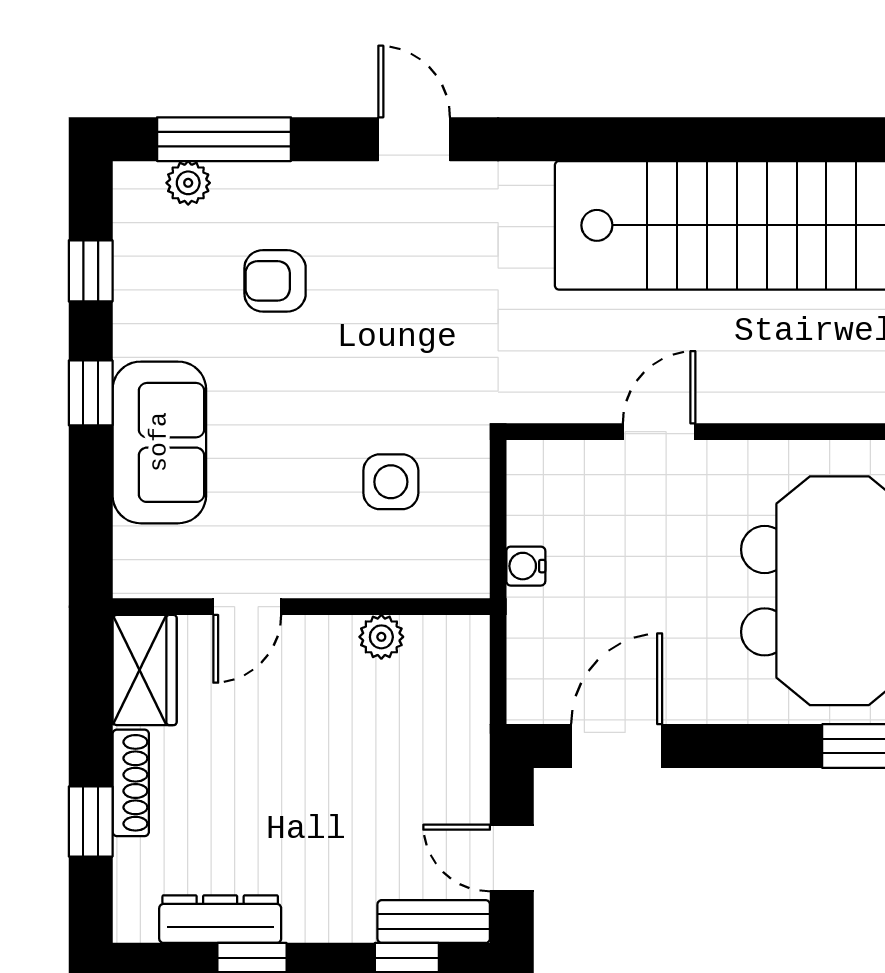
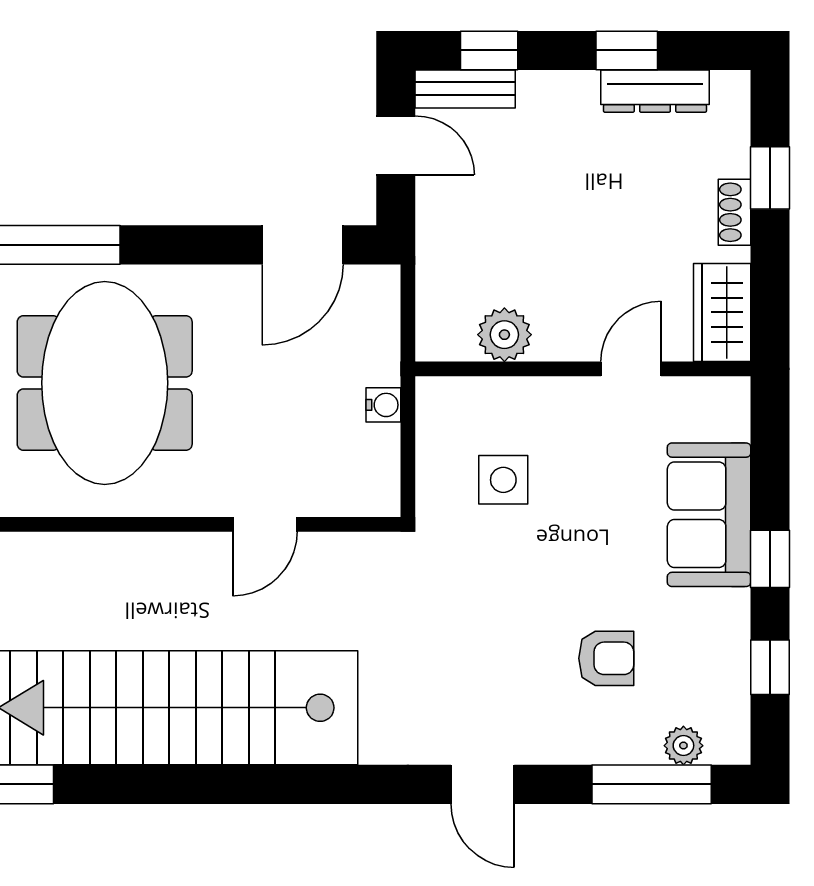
plant: (381, 637) -> (504, 335), width x1.38, depth x1.38
shoe rack: (131, 783) -> (734, 212), width x0.70

